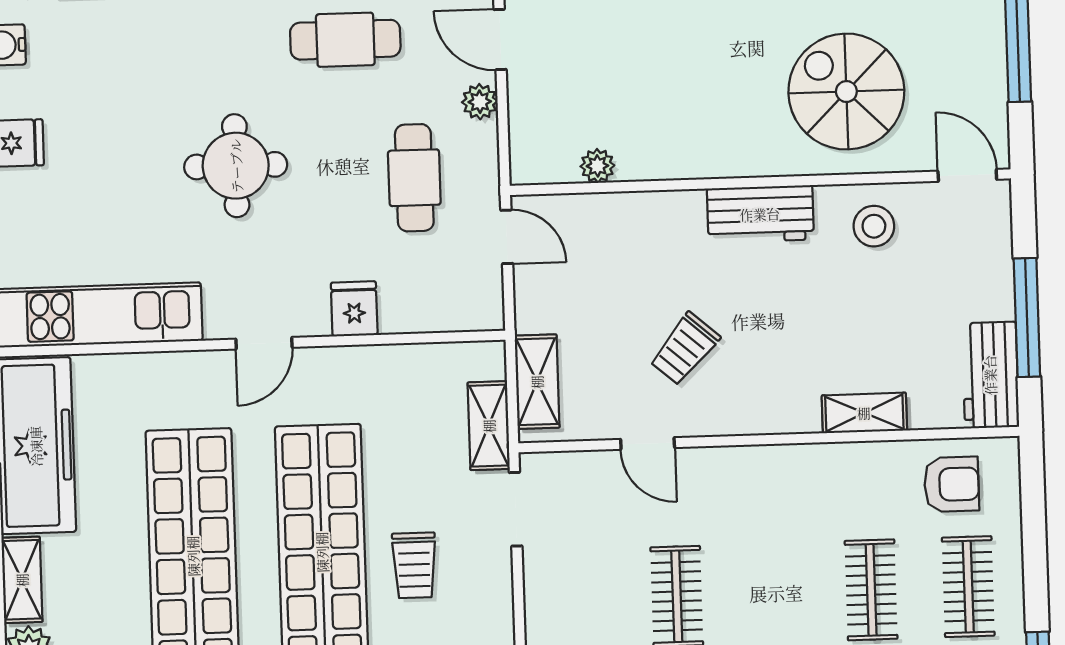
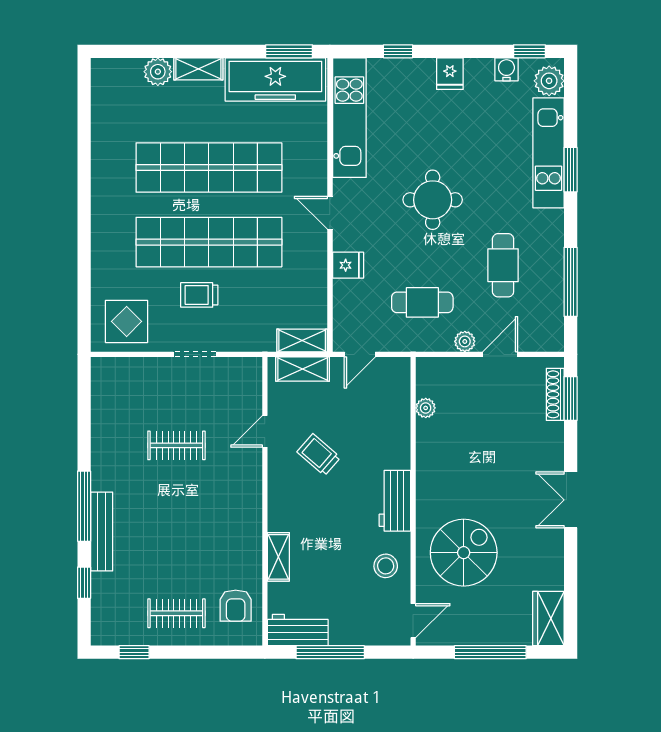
door: (507, 237) -> (360, 354), moved
shelving: (489, 426) -> (302, 340), moved
doorway: (516, 509) -> (195, 354), moved
clothes rail: (871, 590) -> (176, 557), removed

